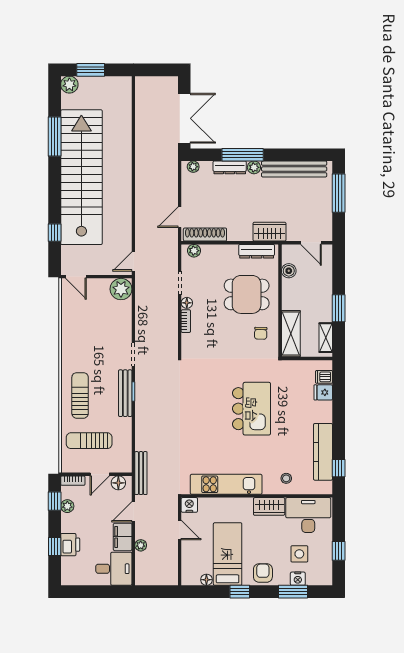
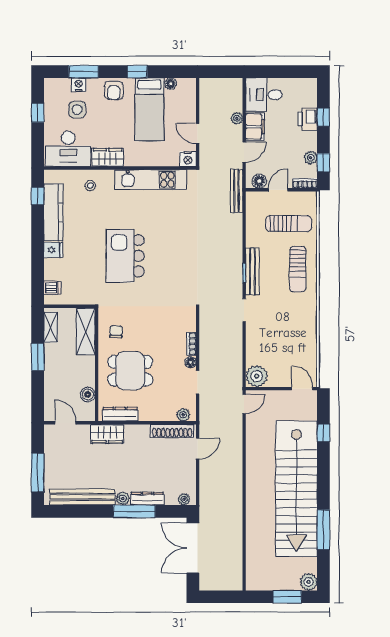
fridge: (323, 392) -> (53, 250), moved

